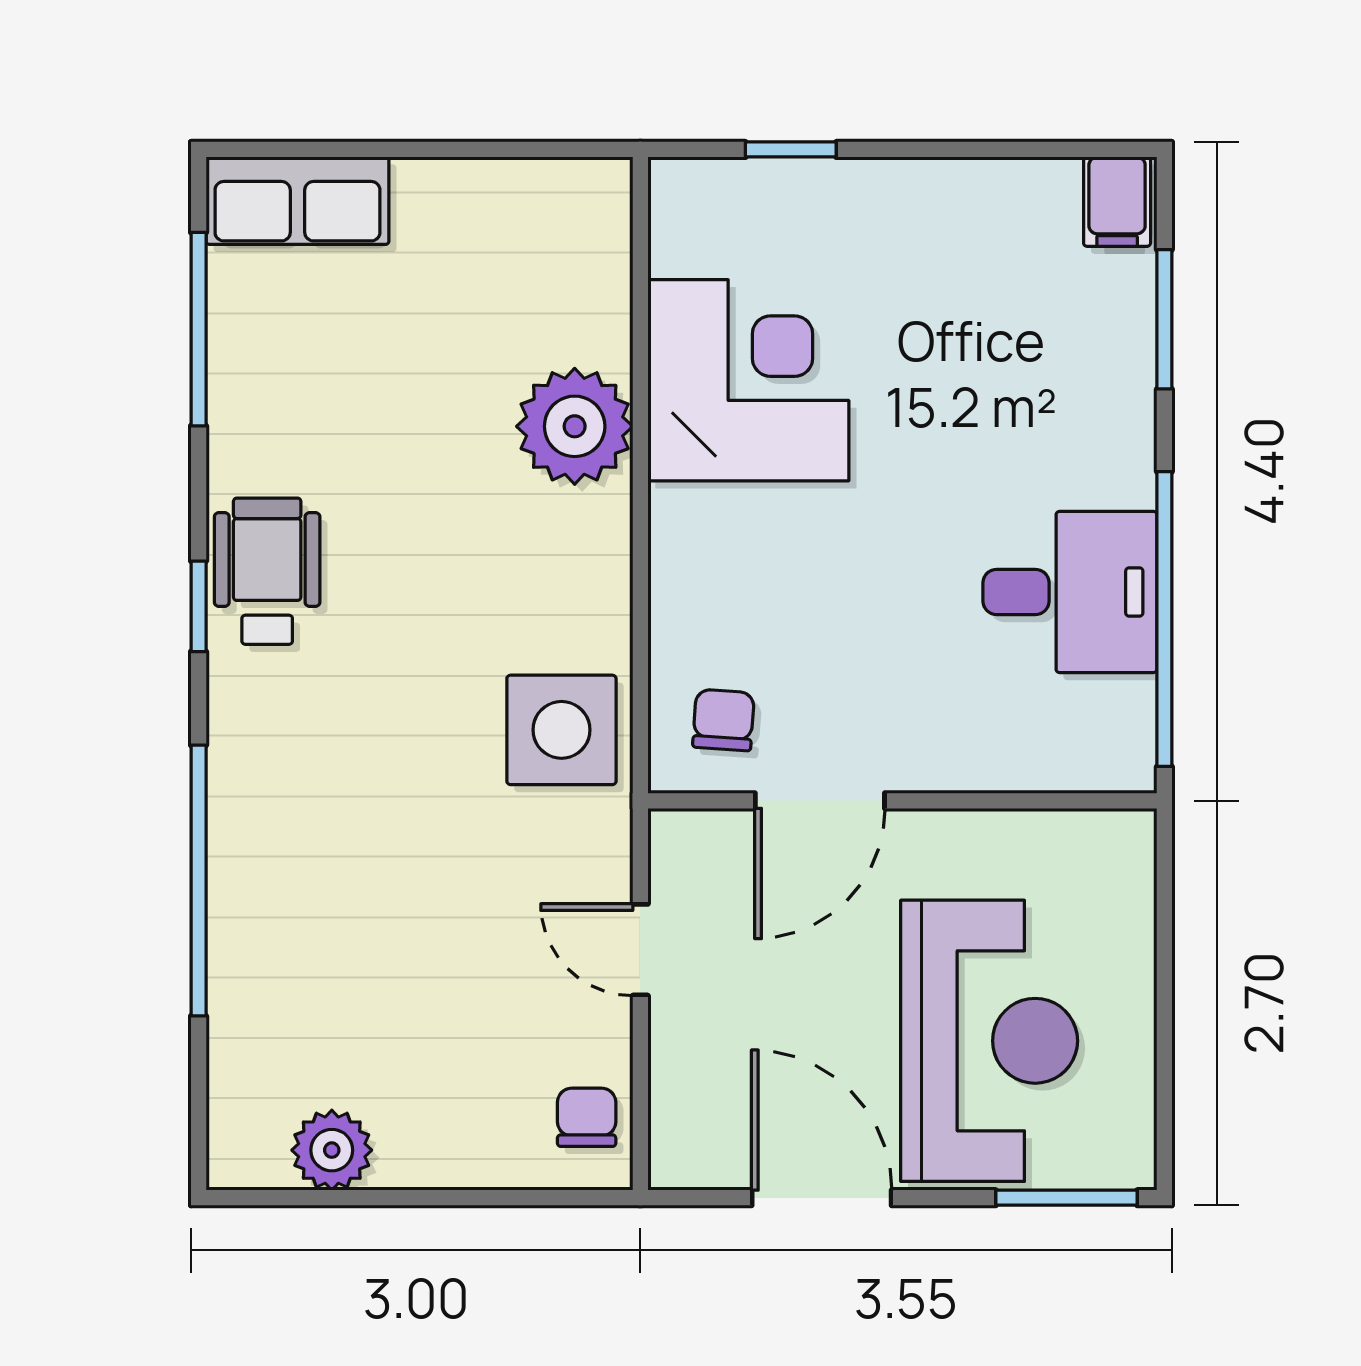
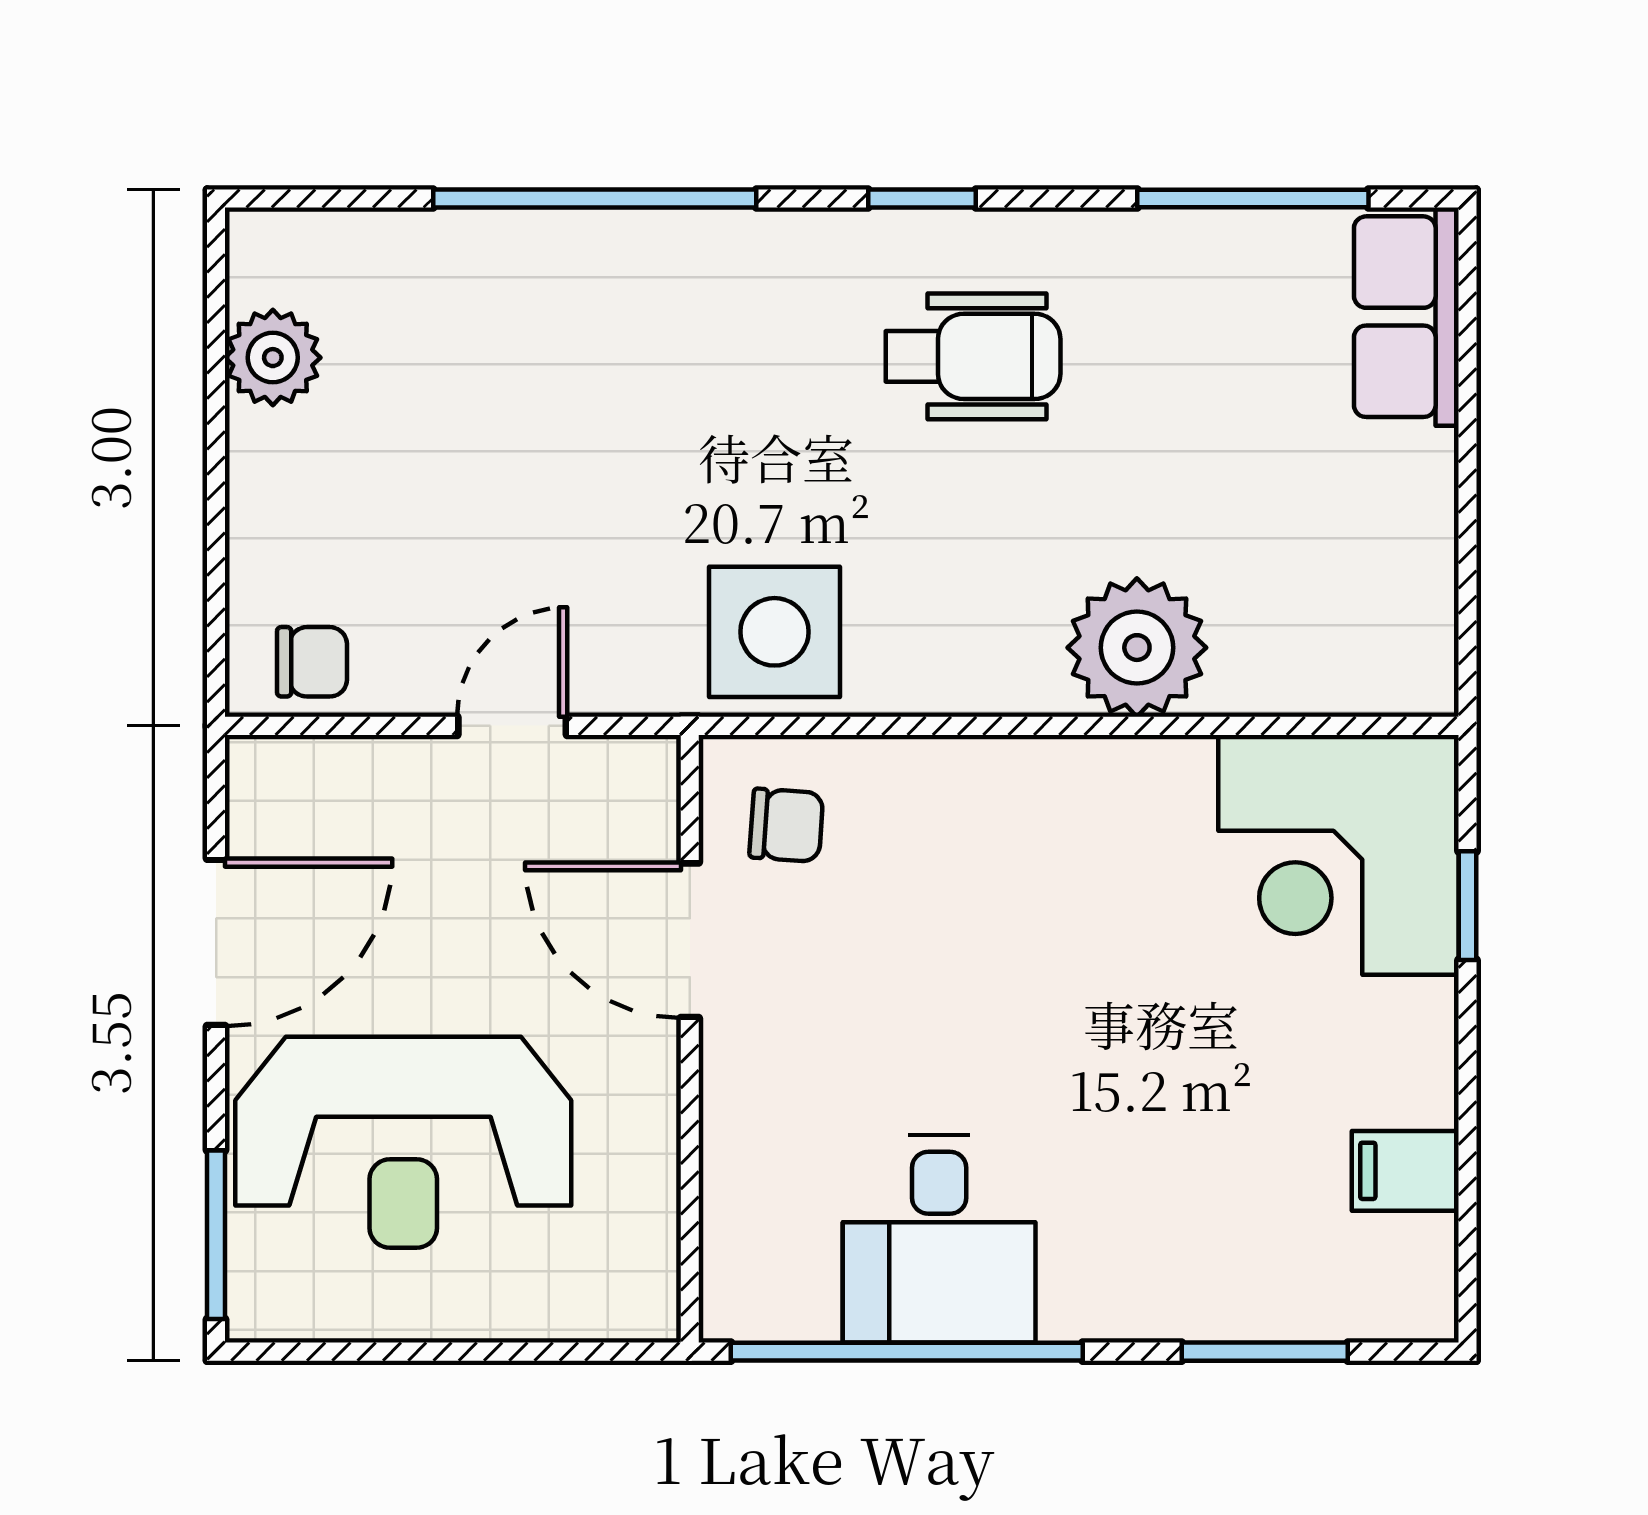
filing cabinet: (1117, 202) -> (1405, 1171), moved
corner desk: (748, 380) -> (1338, 855), moved, turned 90
wheelchair: (267, 571) -> (973, 356), moved

